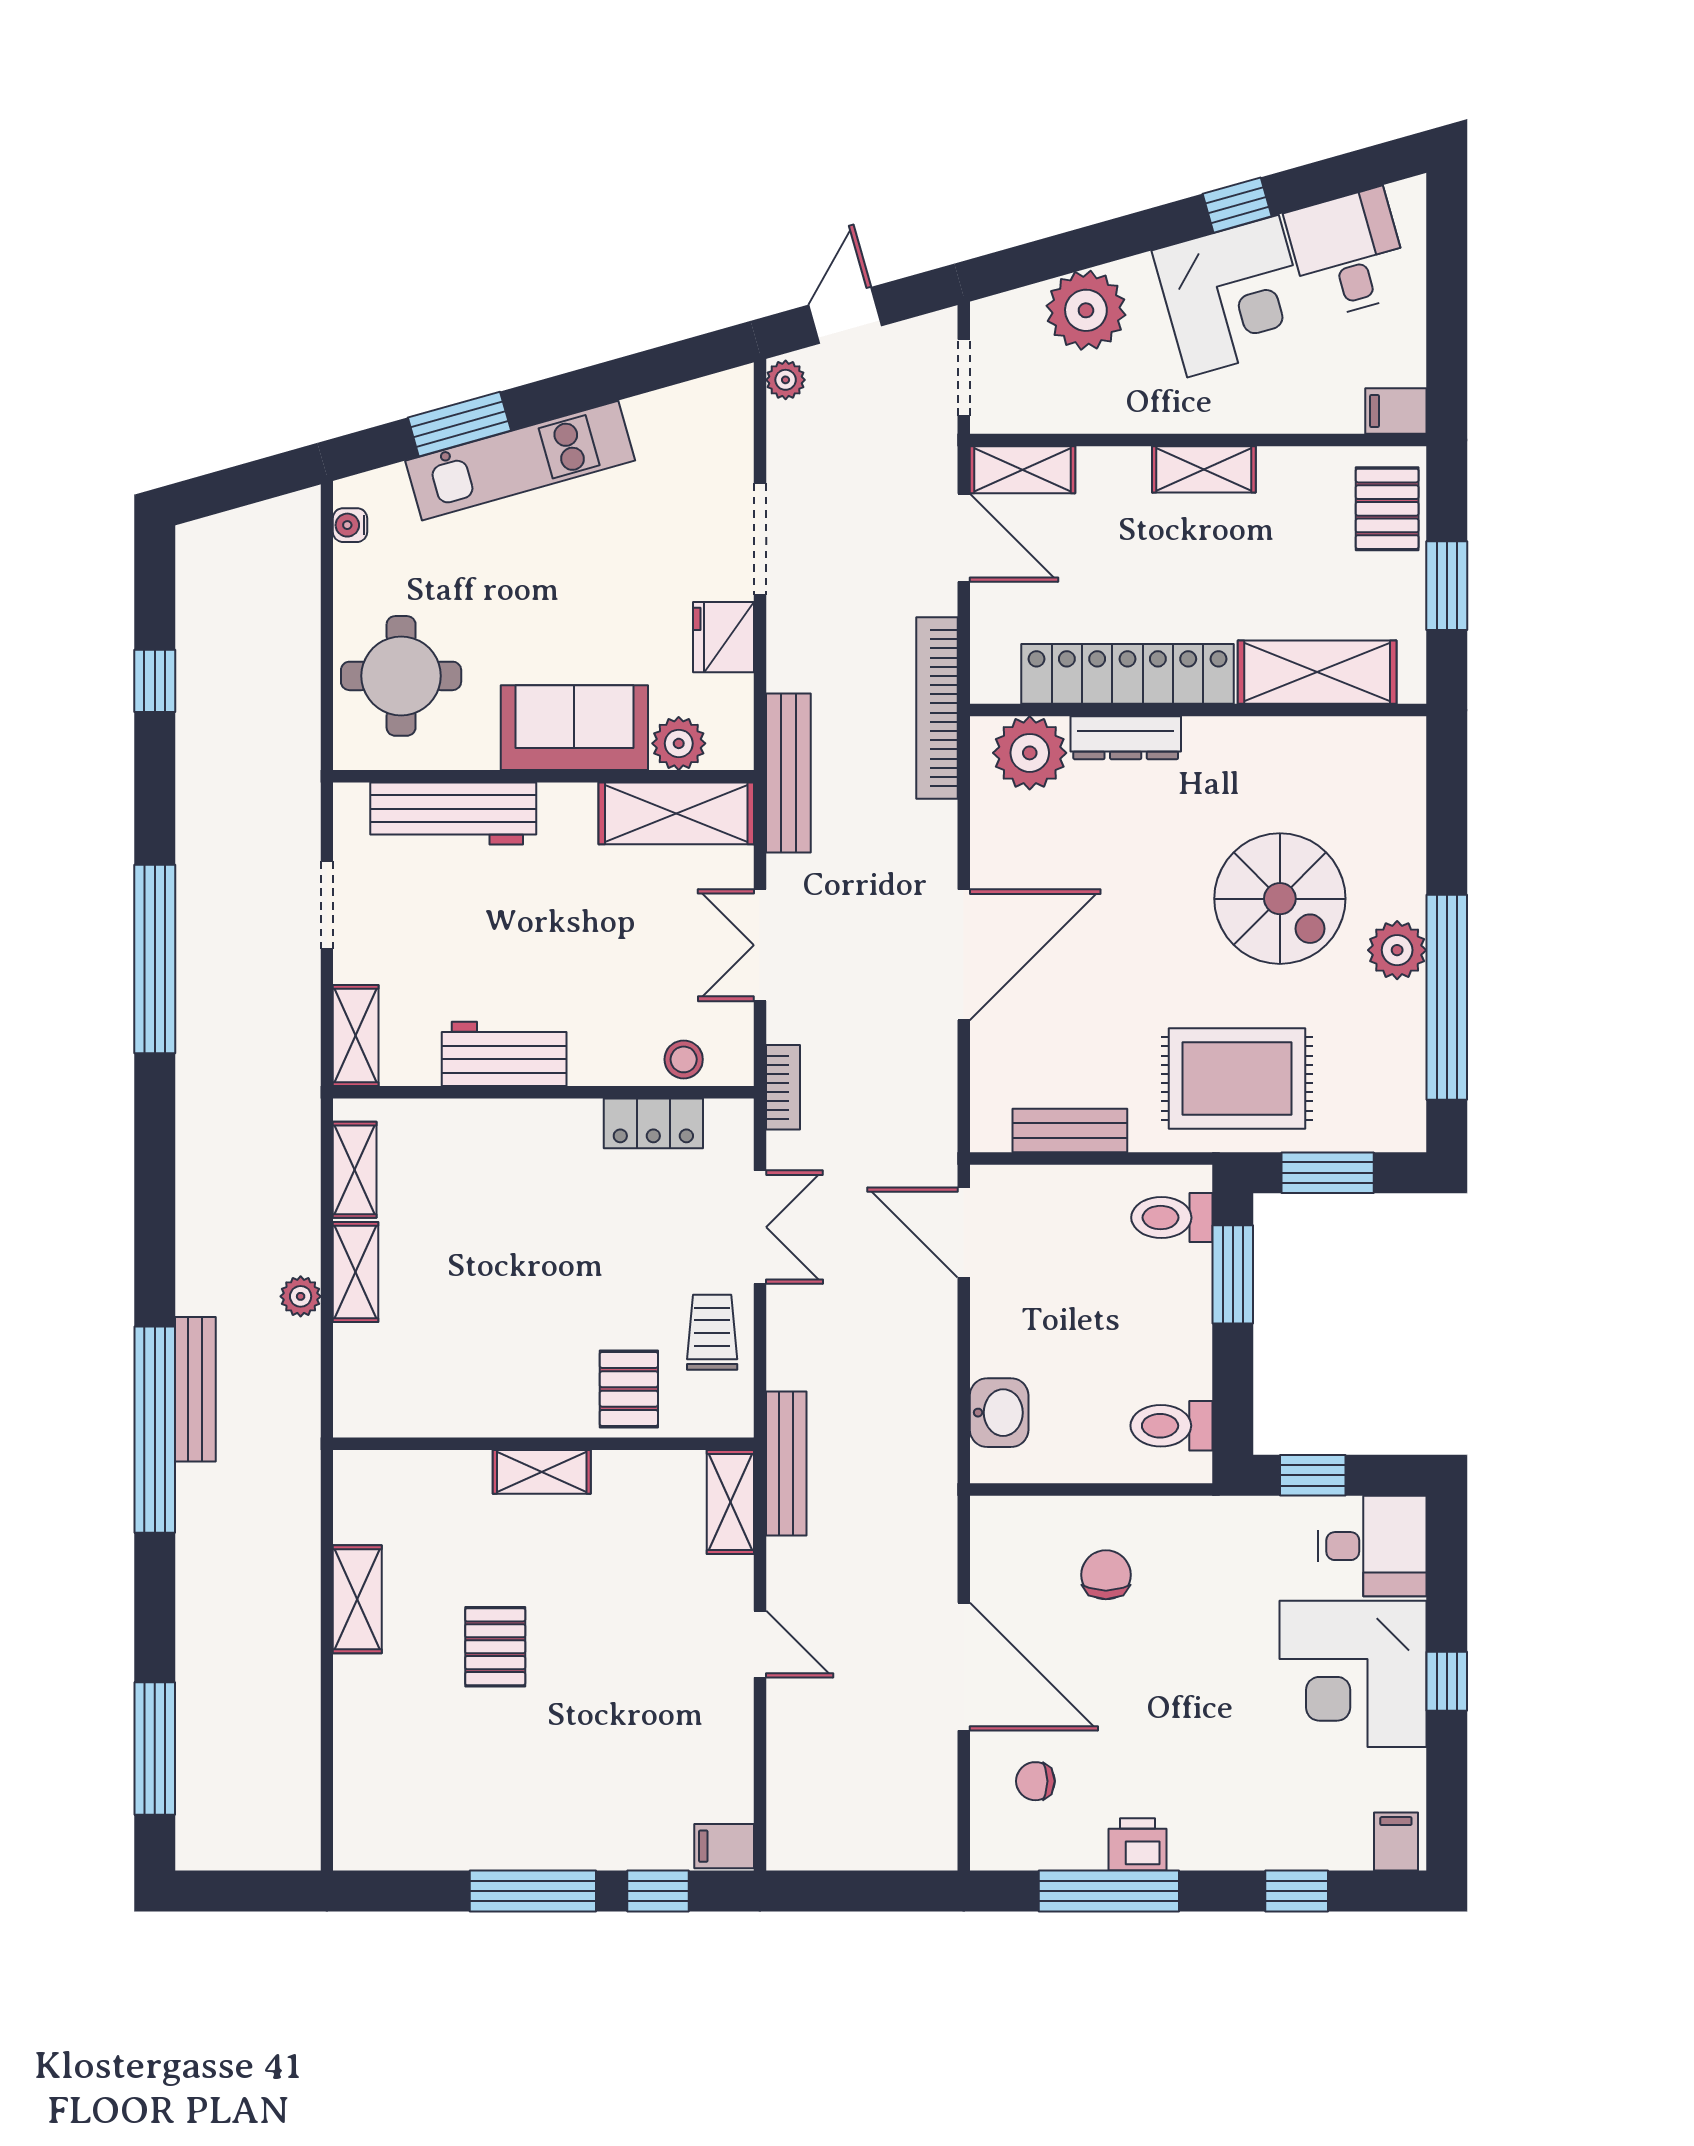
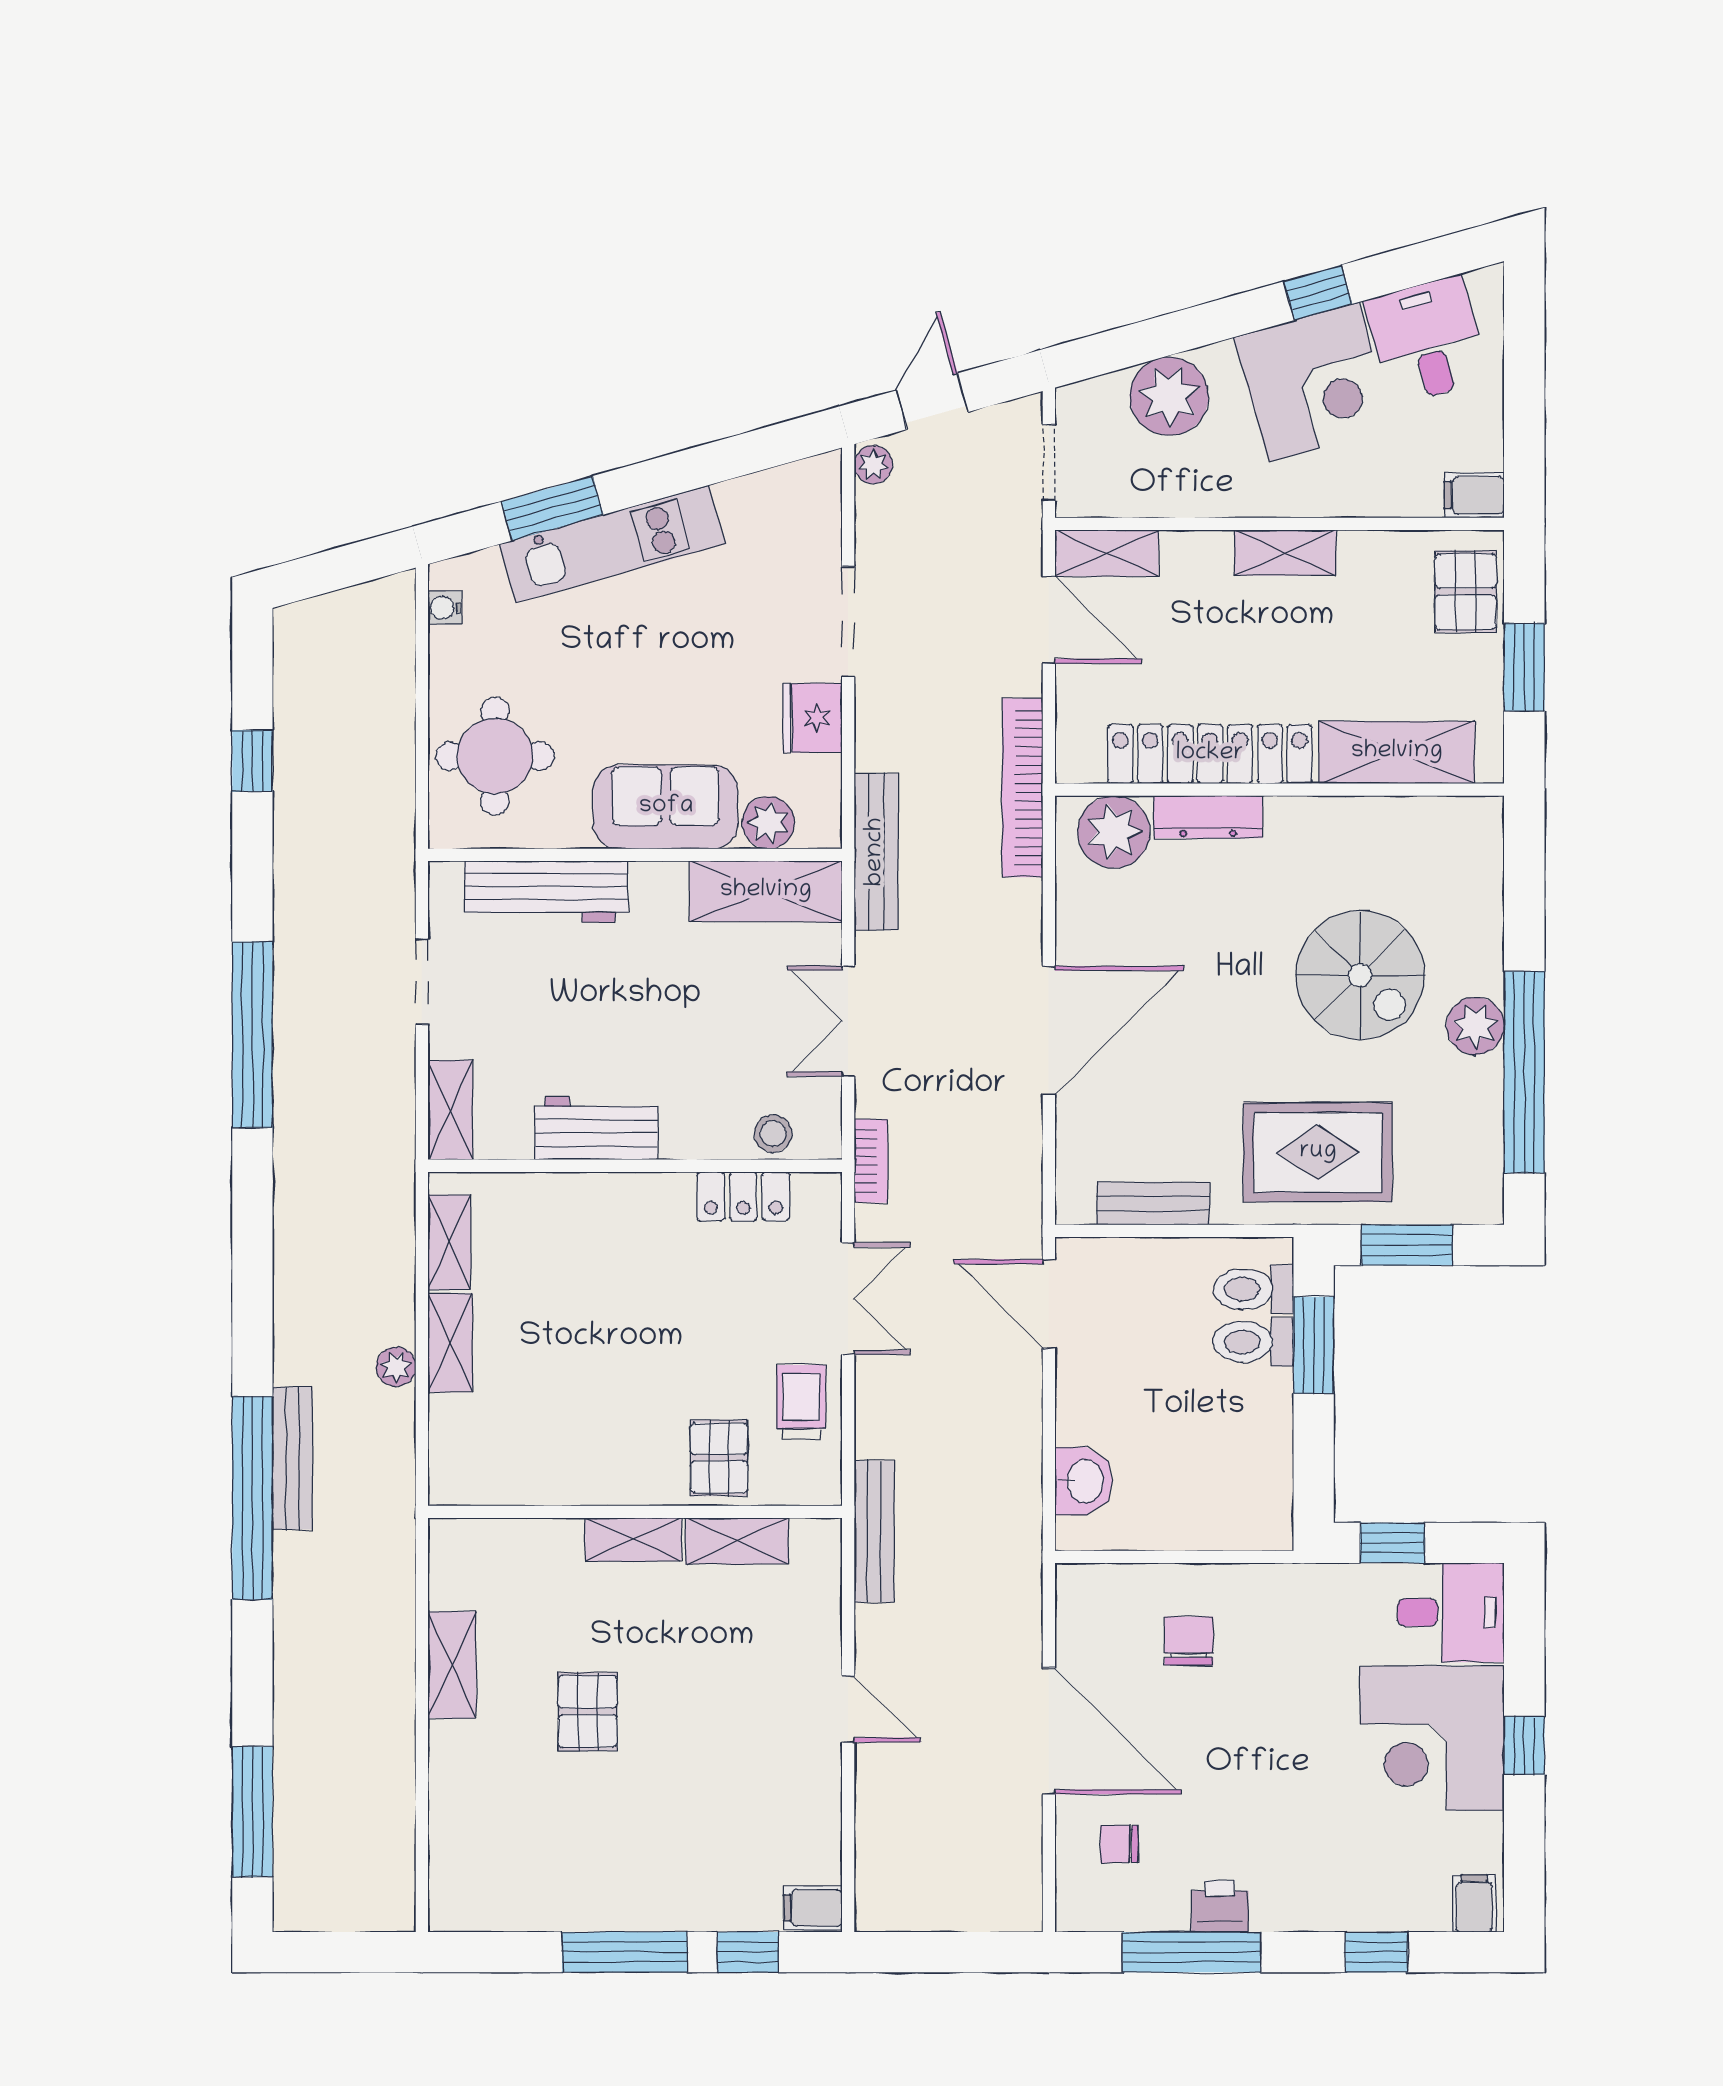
toilet: (1171, 1426) -> (1253, 1342), moved
shelving: (730, 1502) -> (737, 1541), moved, turned 90

